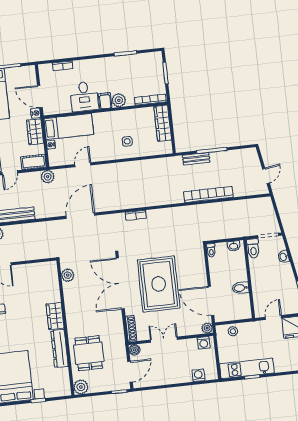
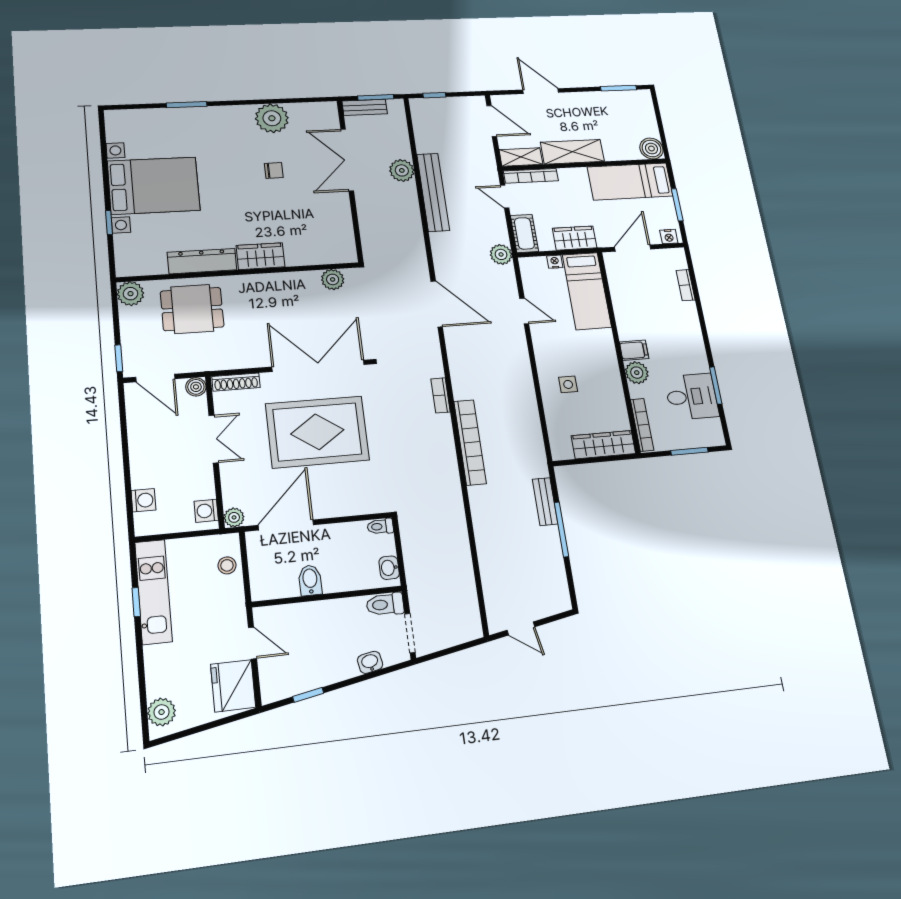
desk: (84, 96) -> (692, 397), moved, turned 180
nightstand: (36, 113) -> (669, 237), moved
bookcase: (208, 194) -> (470, 442), moved

